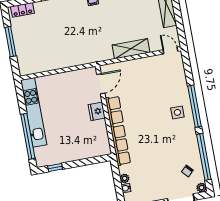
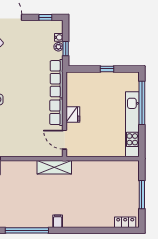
shelving: (131, 49) -> (54, 167), moved
door: (101, 84) -> (64, 140), hinge flipped
window: (55, 167) -> (107, 69), moved
window: (117, 178) -> (66, 49), added

